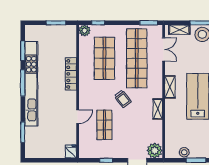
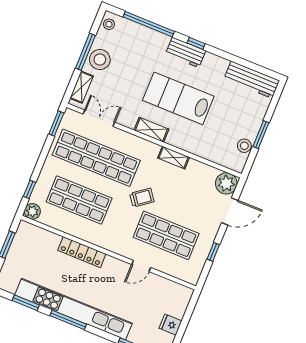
door: (78, 117) -> (141, 266), swing flipped
shop shelf: (104, 125) -> (166, 235), width x1.43, depth x1.36
fridge: (71, 152) -> (171, 325), moved

